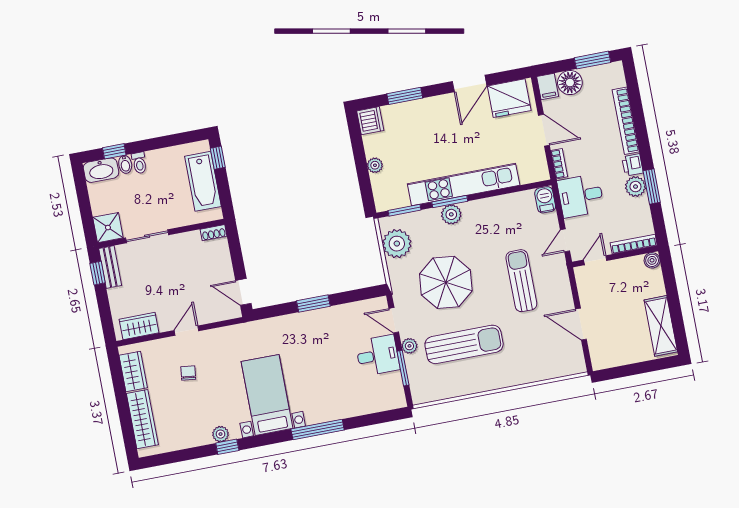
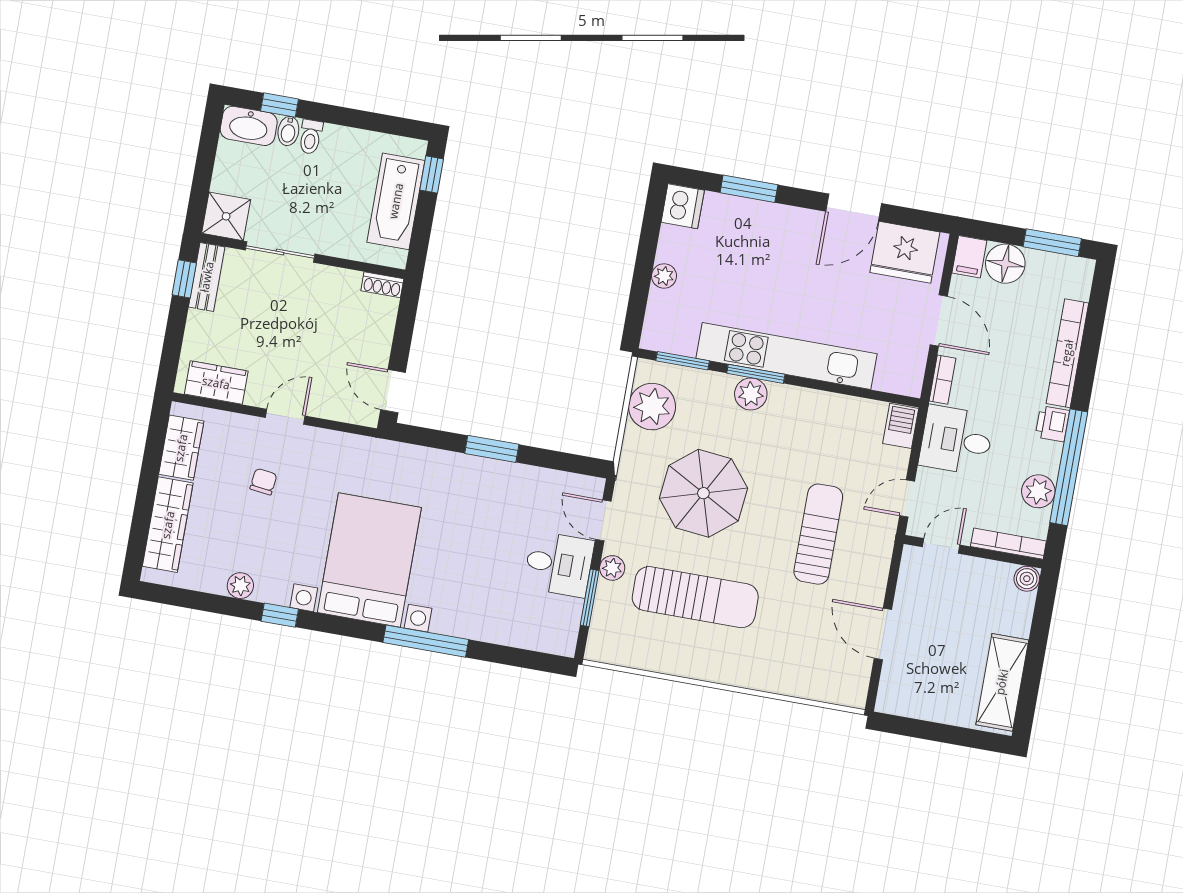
window: (652, 186) -> (1069, 467), width x2.11
plant: (635, 187) -> (1038, 491), moved
bed with nightstands: (267, 395) -> (369, 560), width x1.36
plant: (221, 434) -> (240, 586), moved

